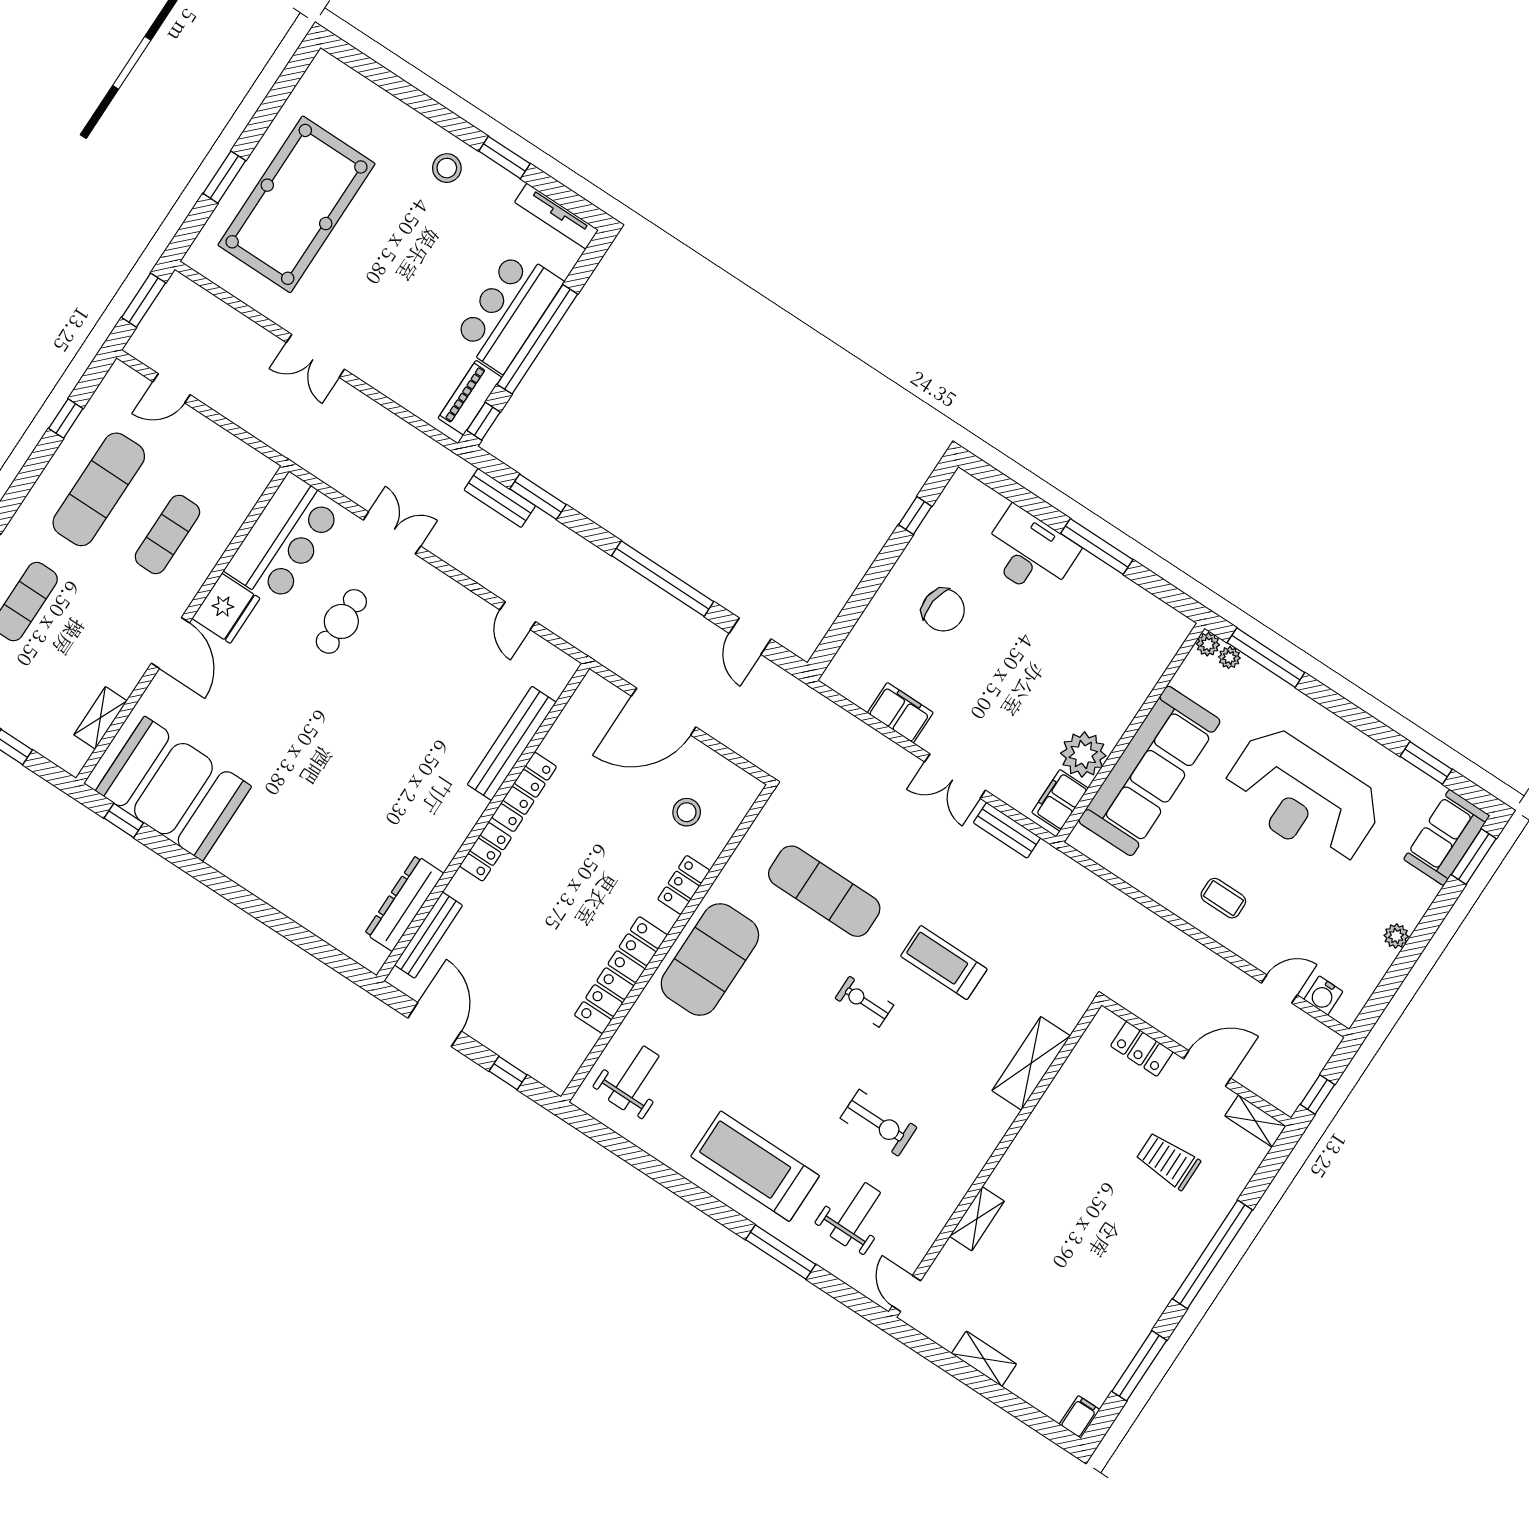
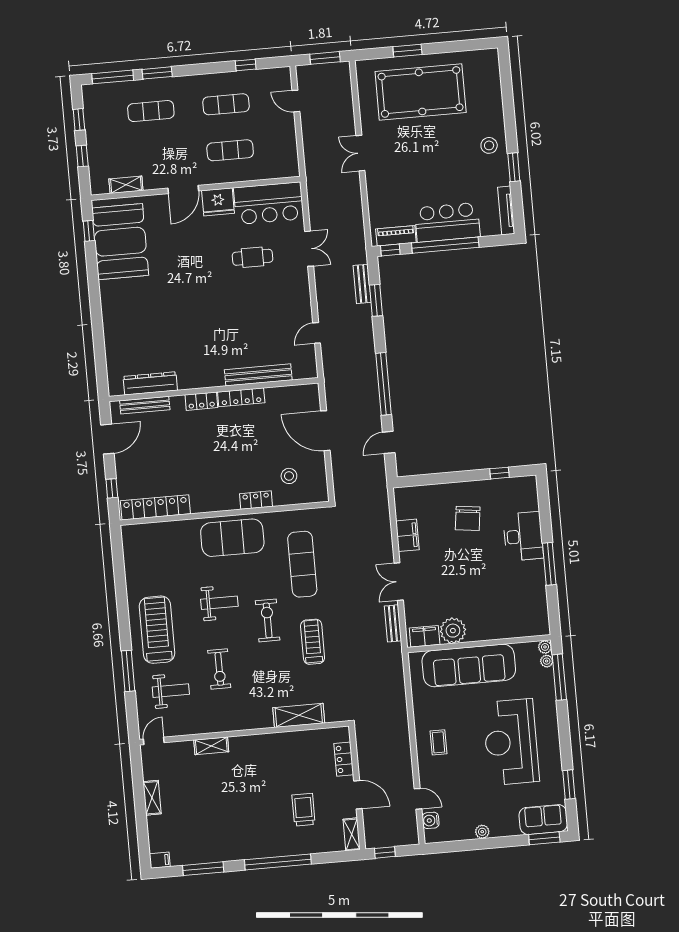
exercise mat: (99, 489) -> (226, 104), width x0.73, depth x0.69
locker: (621, 975) -> (155, 507), moved
exercise bike: (864, 1002) -> (268, 620), width x1.38, depth x1.39
weight bench: (634, 1078) -> (219, 603), moved

